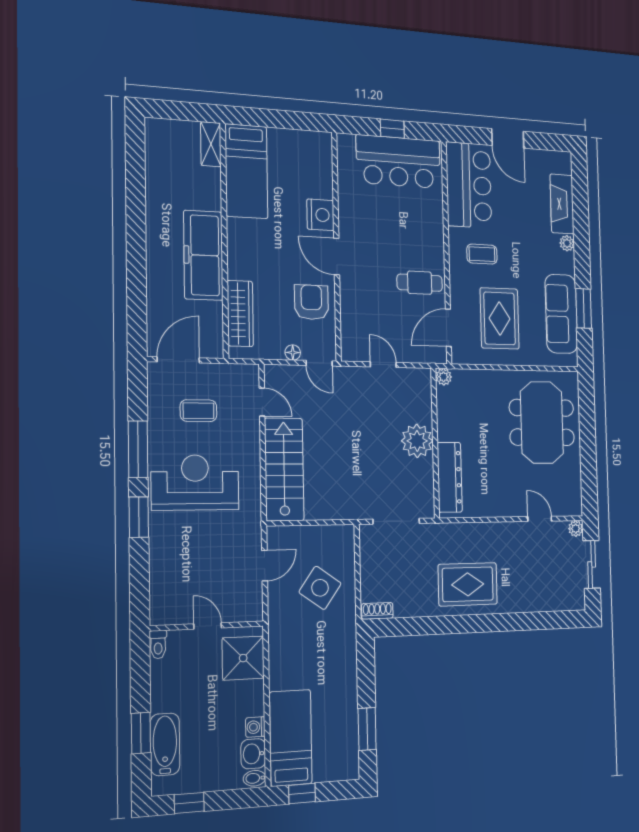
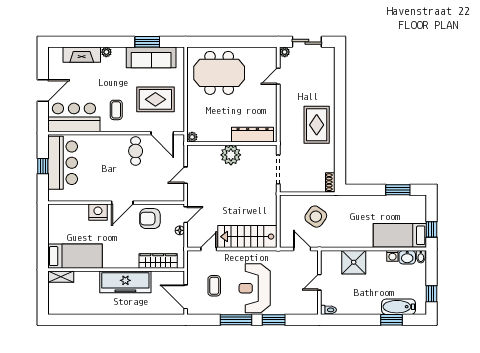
wall: (207, 626) -> (319, 282), moved
door: (208, 626) -> (319, 282), moved
toilet: (158, 645) -> (328, 310), moved

